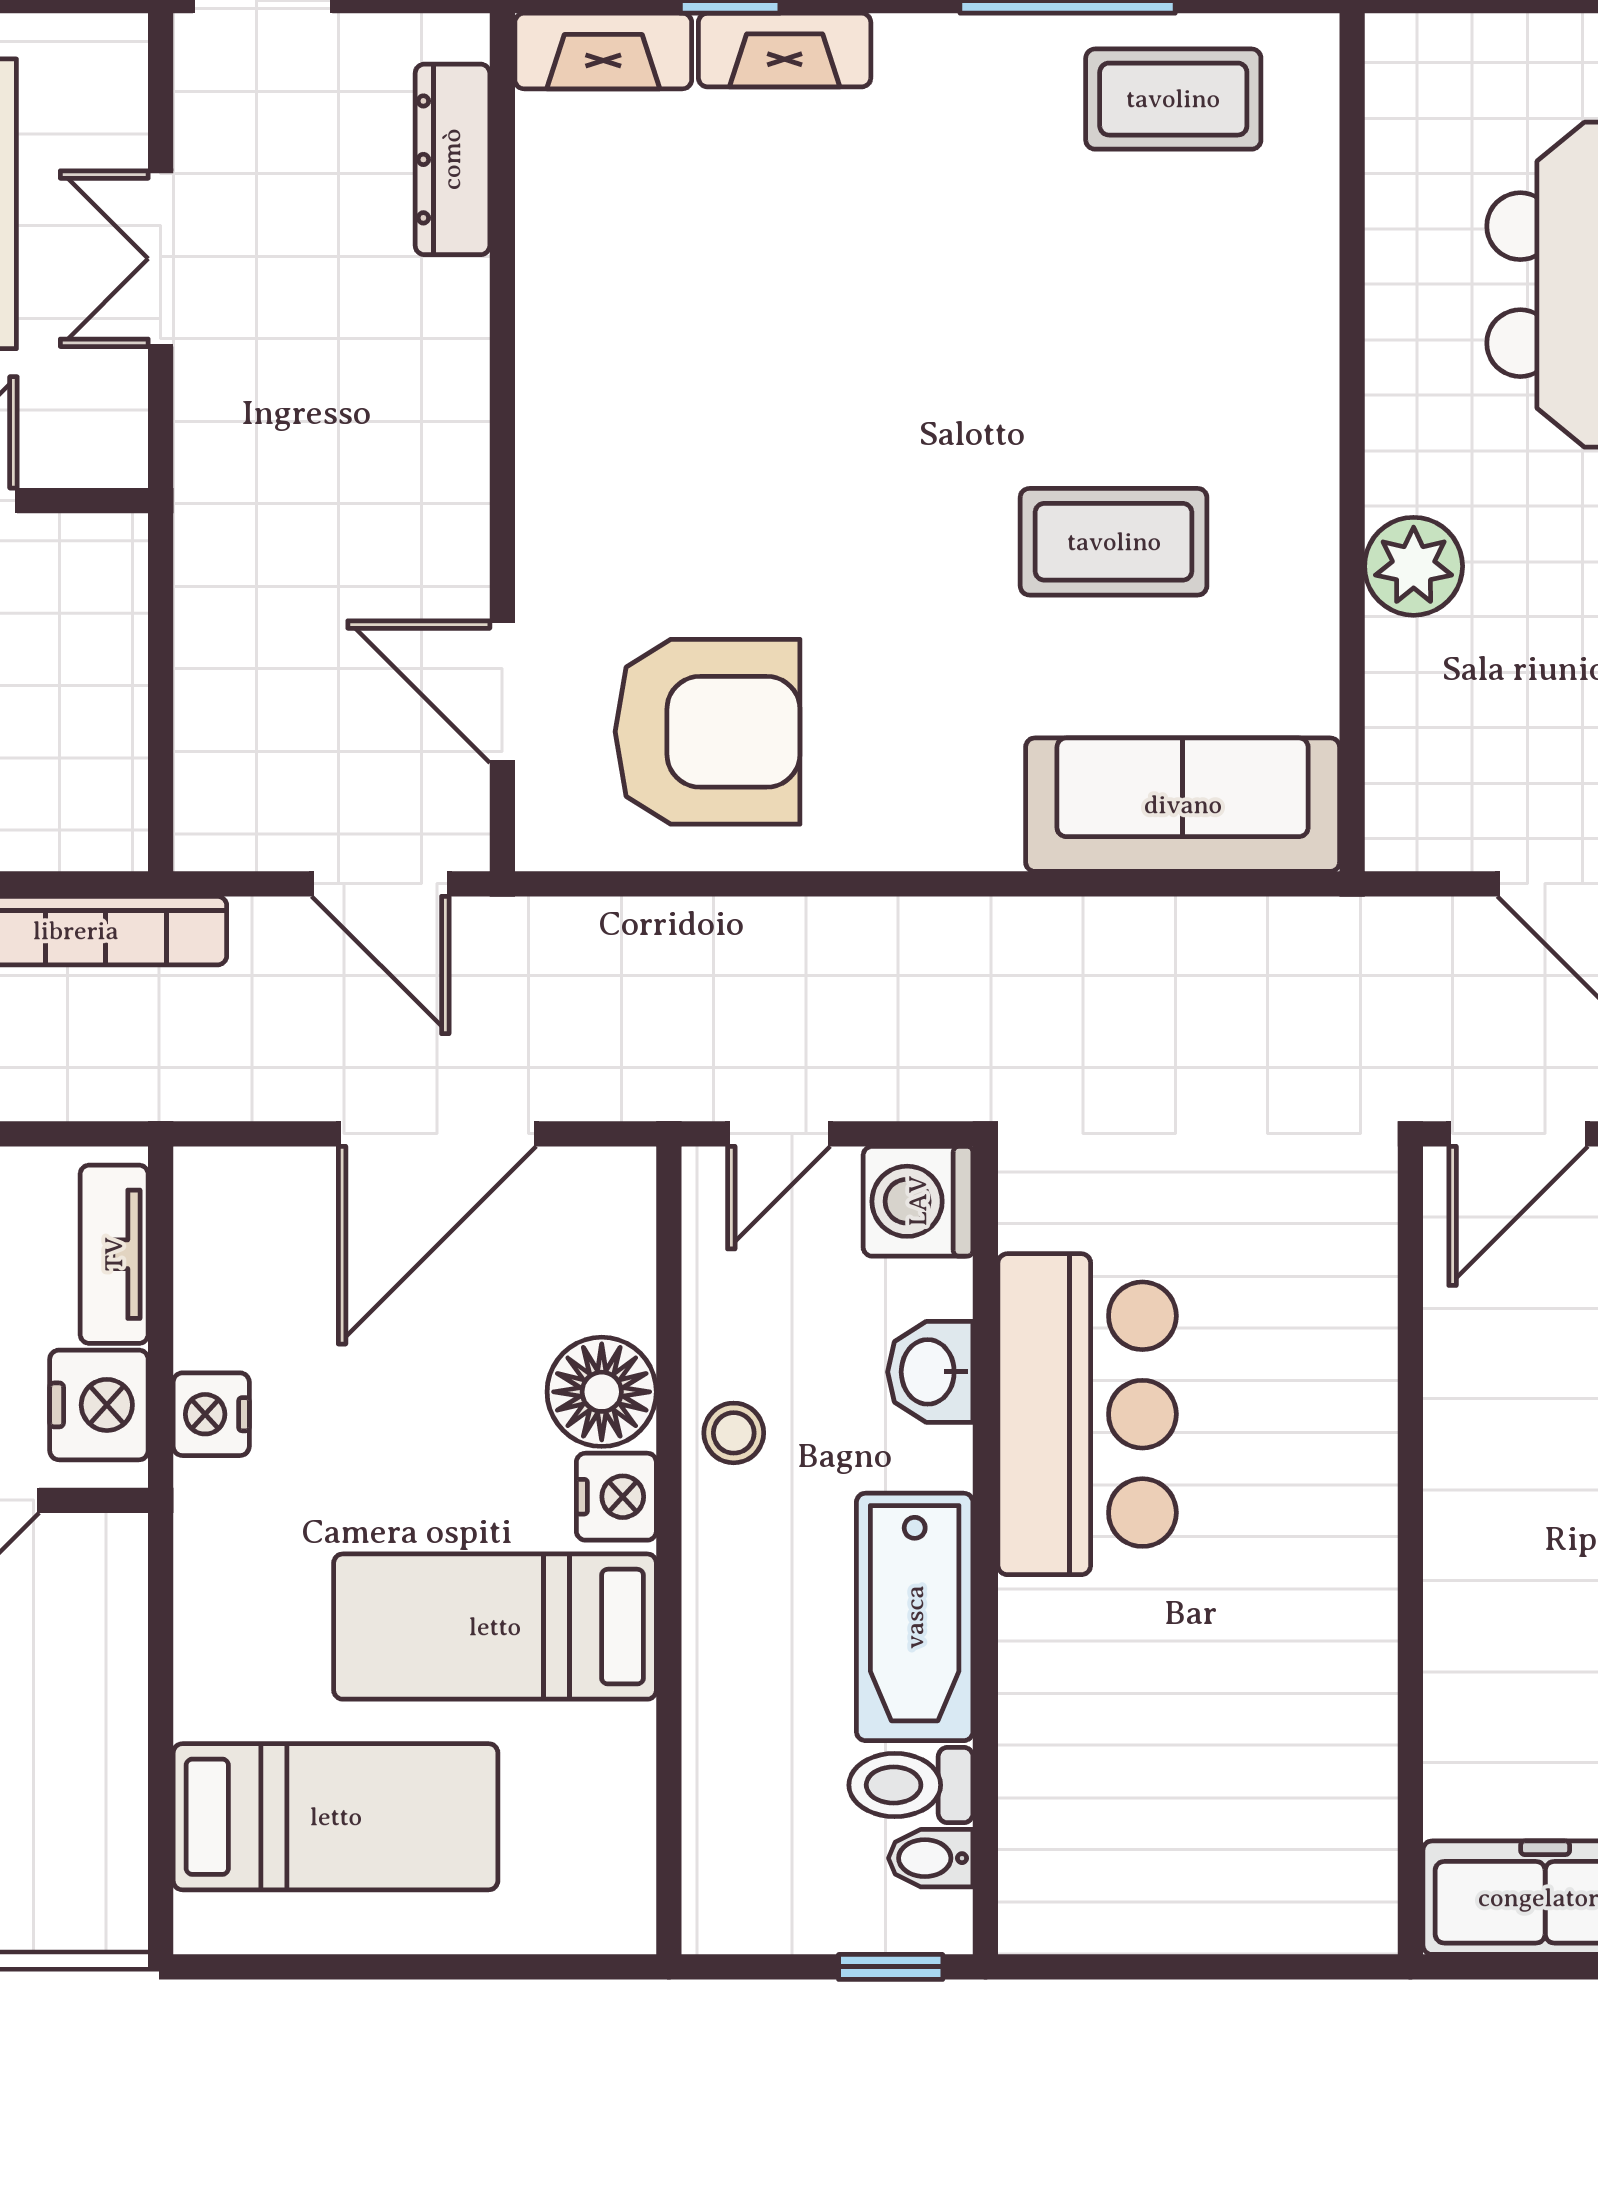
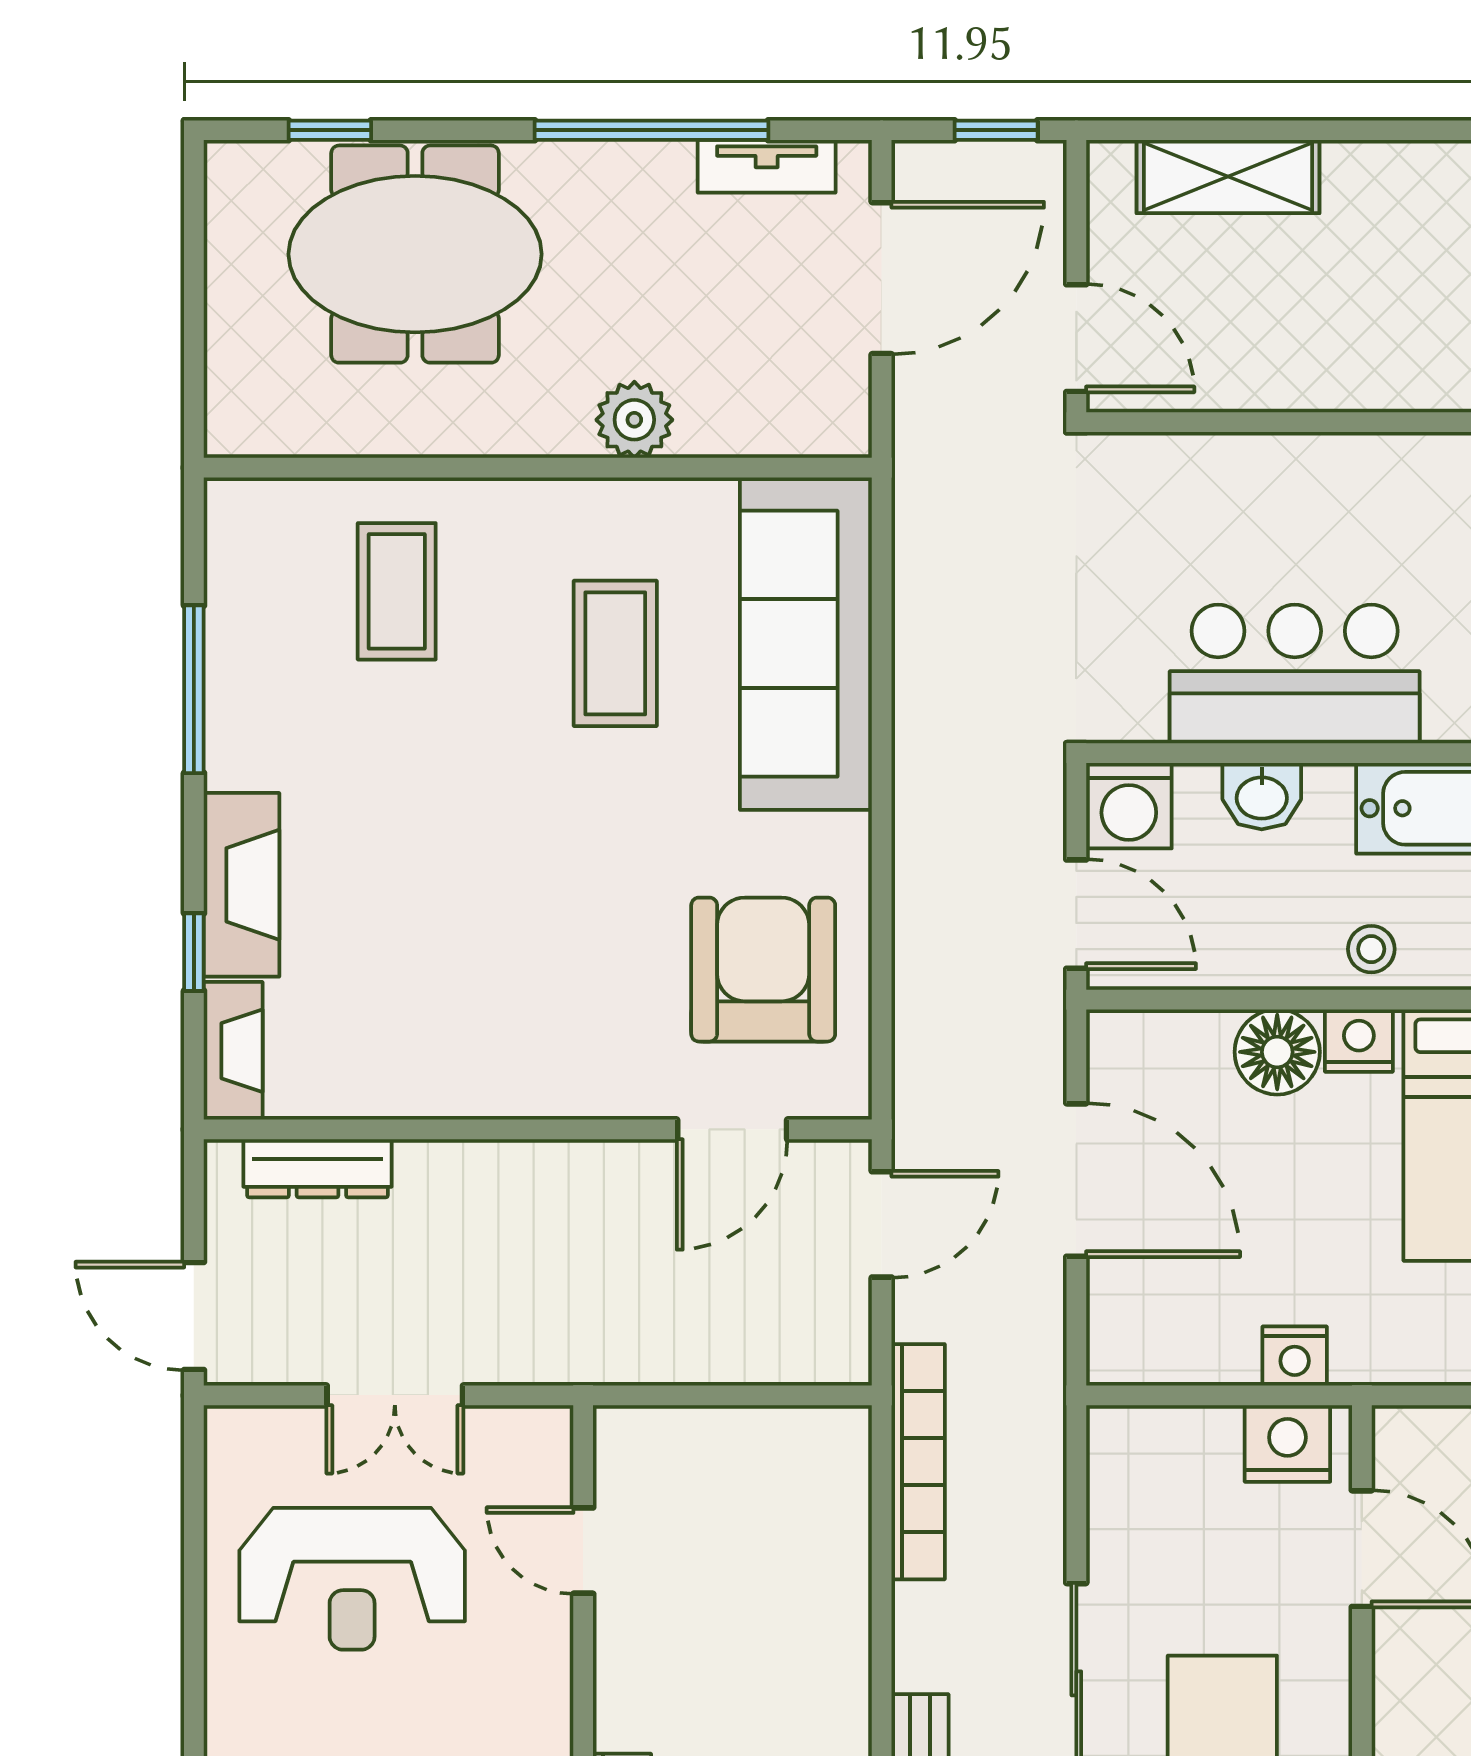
fireplace: (785, 50) -> (241, 885), width x1.37, depth x1.32
coffee table: (1173, 99) -> (397, 591), moved
sofa: (1183, 805) -> (806, 644), width x1.36, depth x1.27
door: (779, 1134) -> (1076, 914), width x1.38
tv unit: (114, 1254) -> (1170, 1432), removed
stool: (734, 1433) -> (1371, 949), moved

